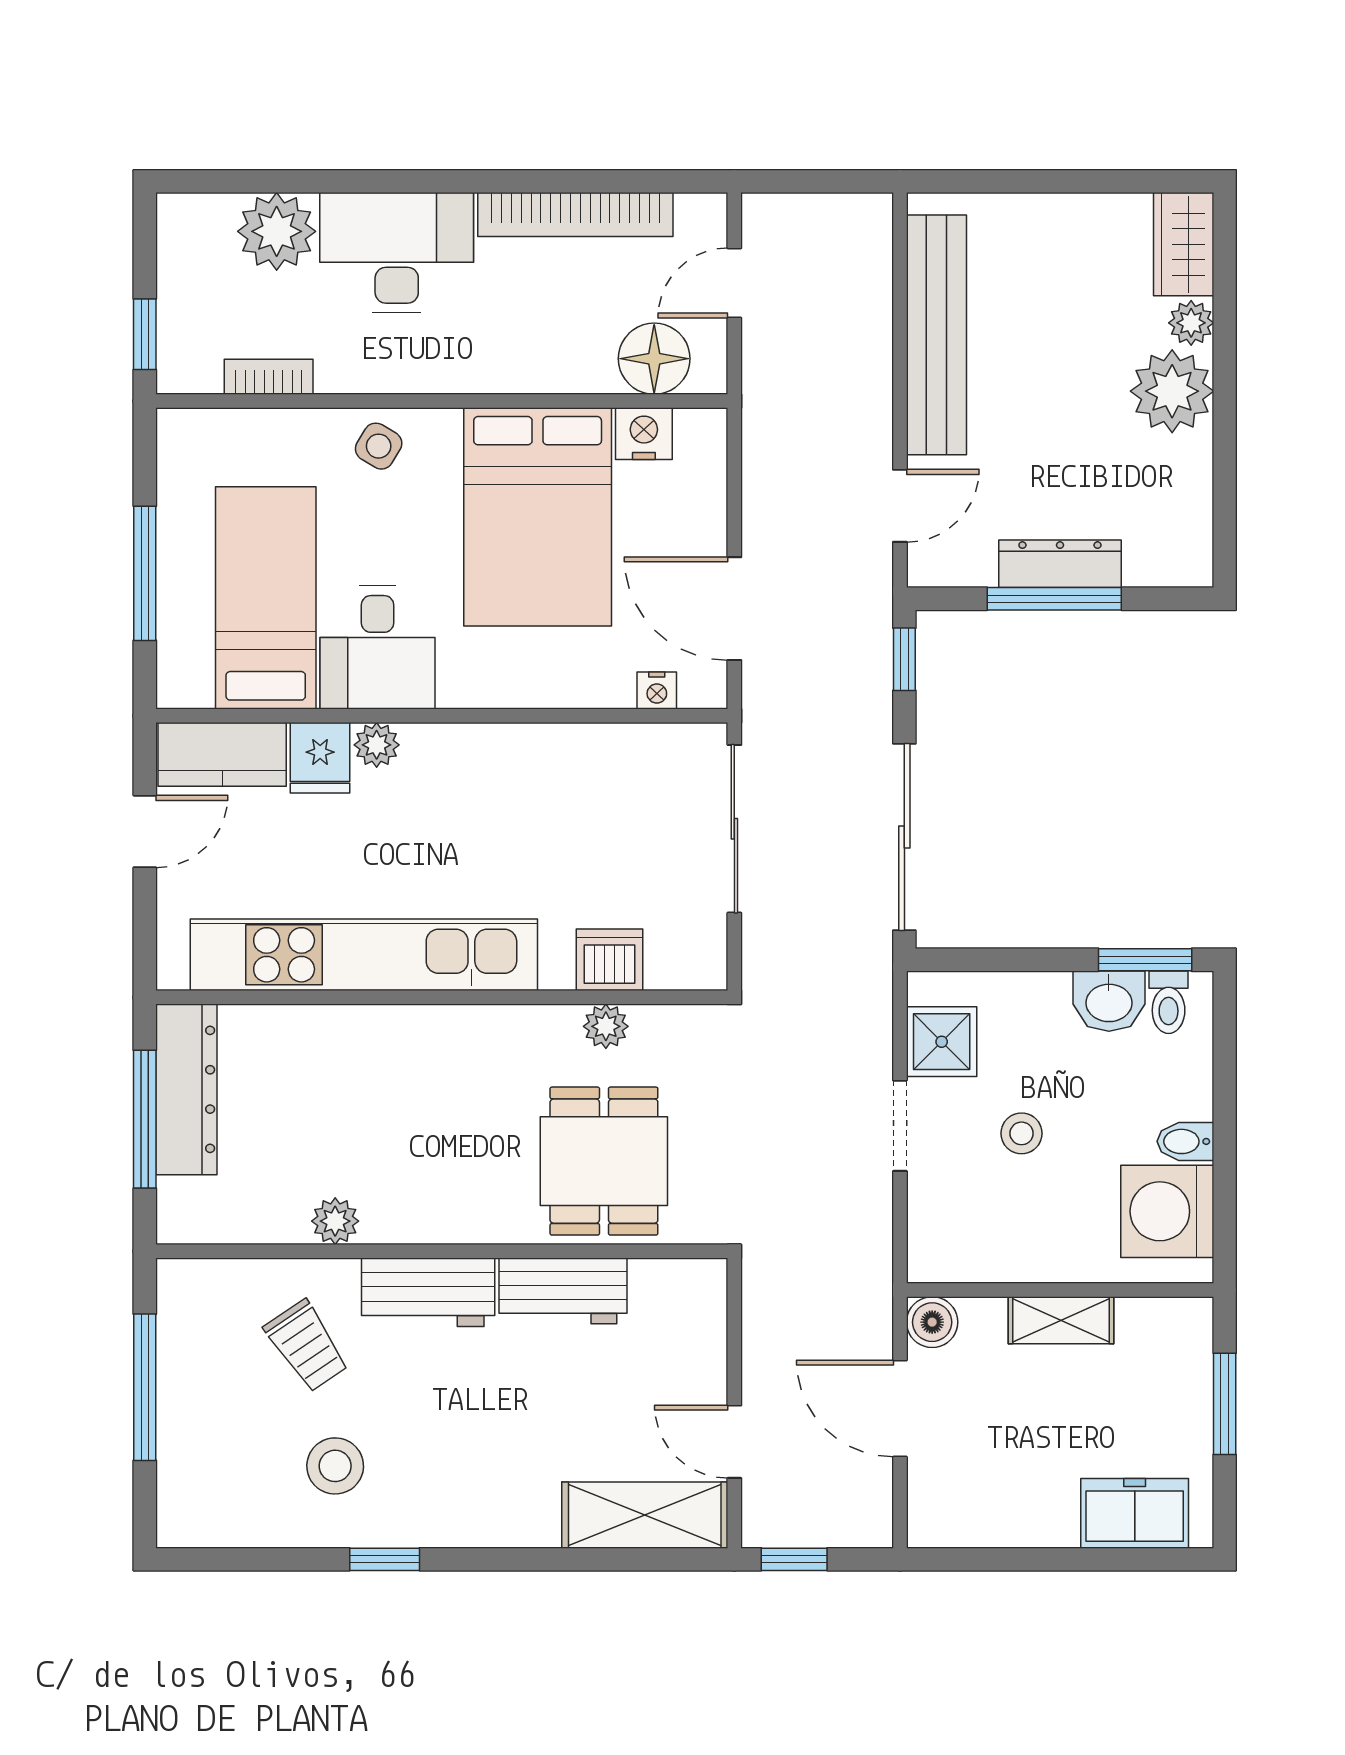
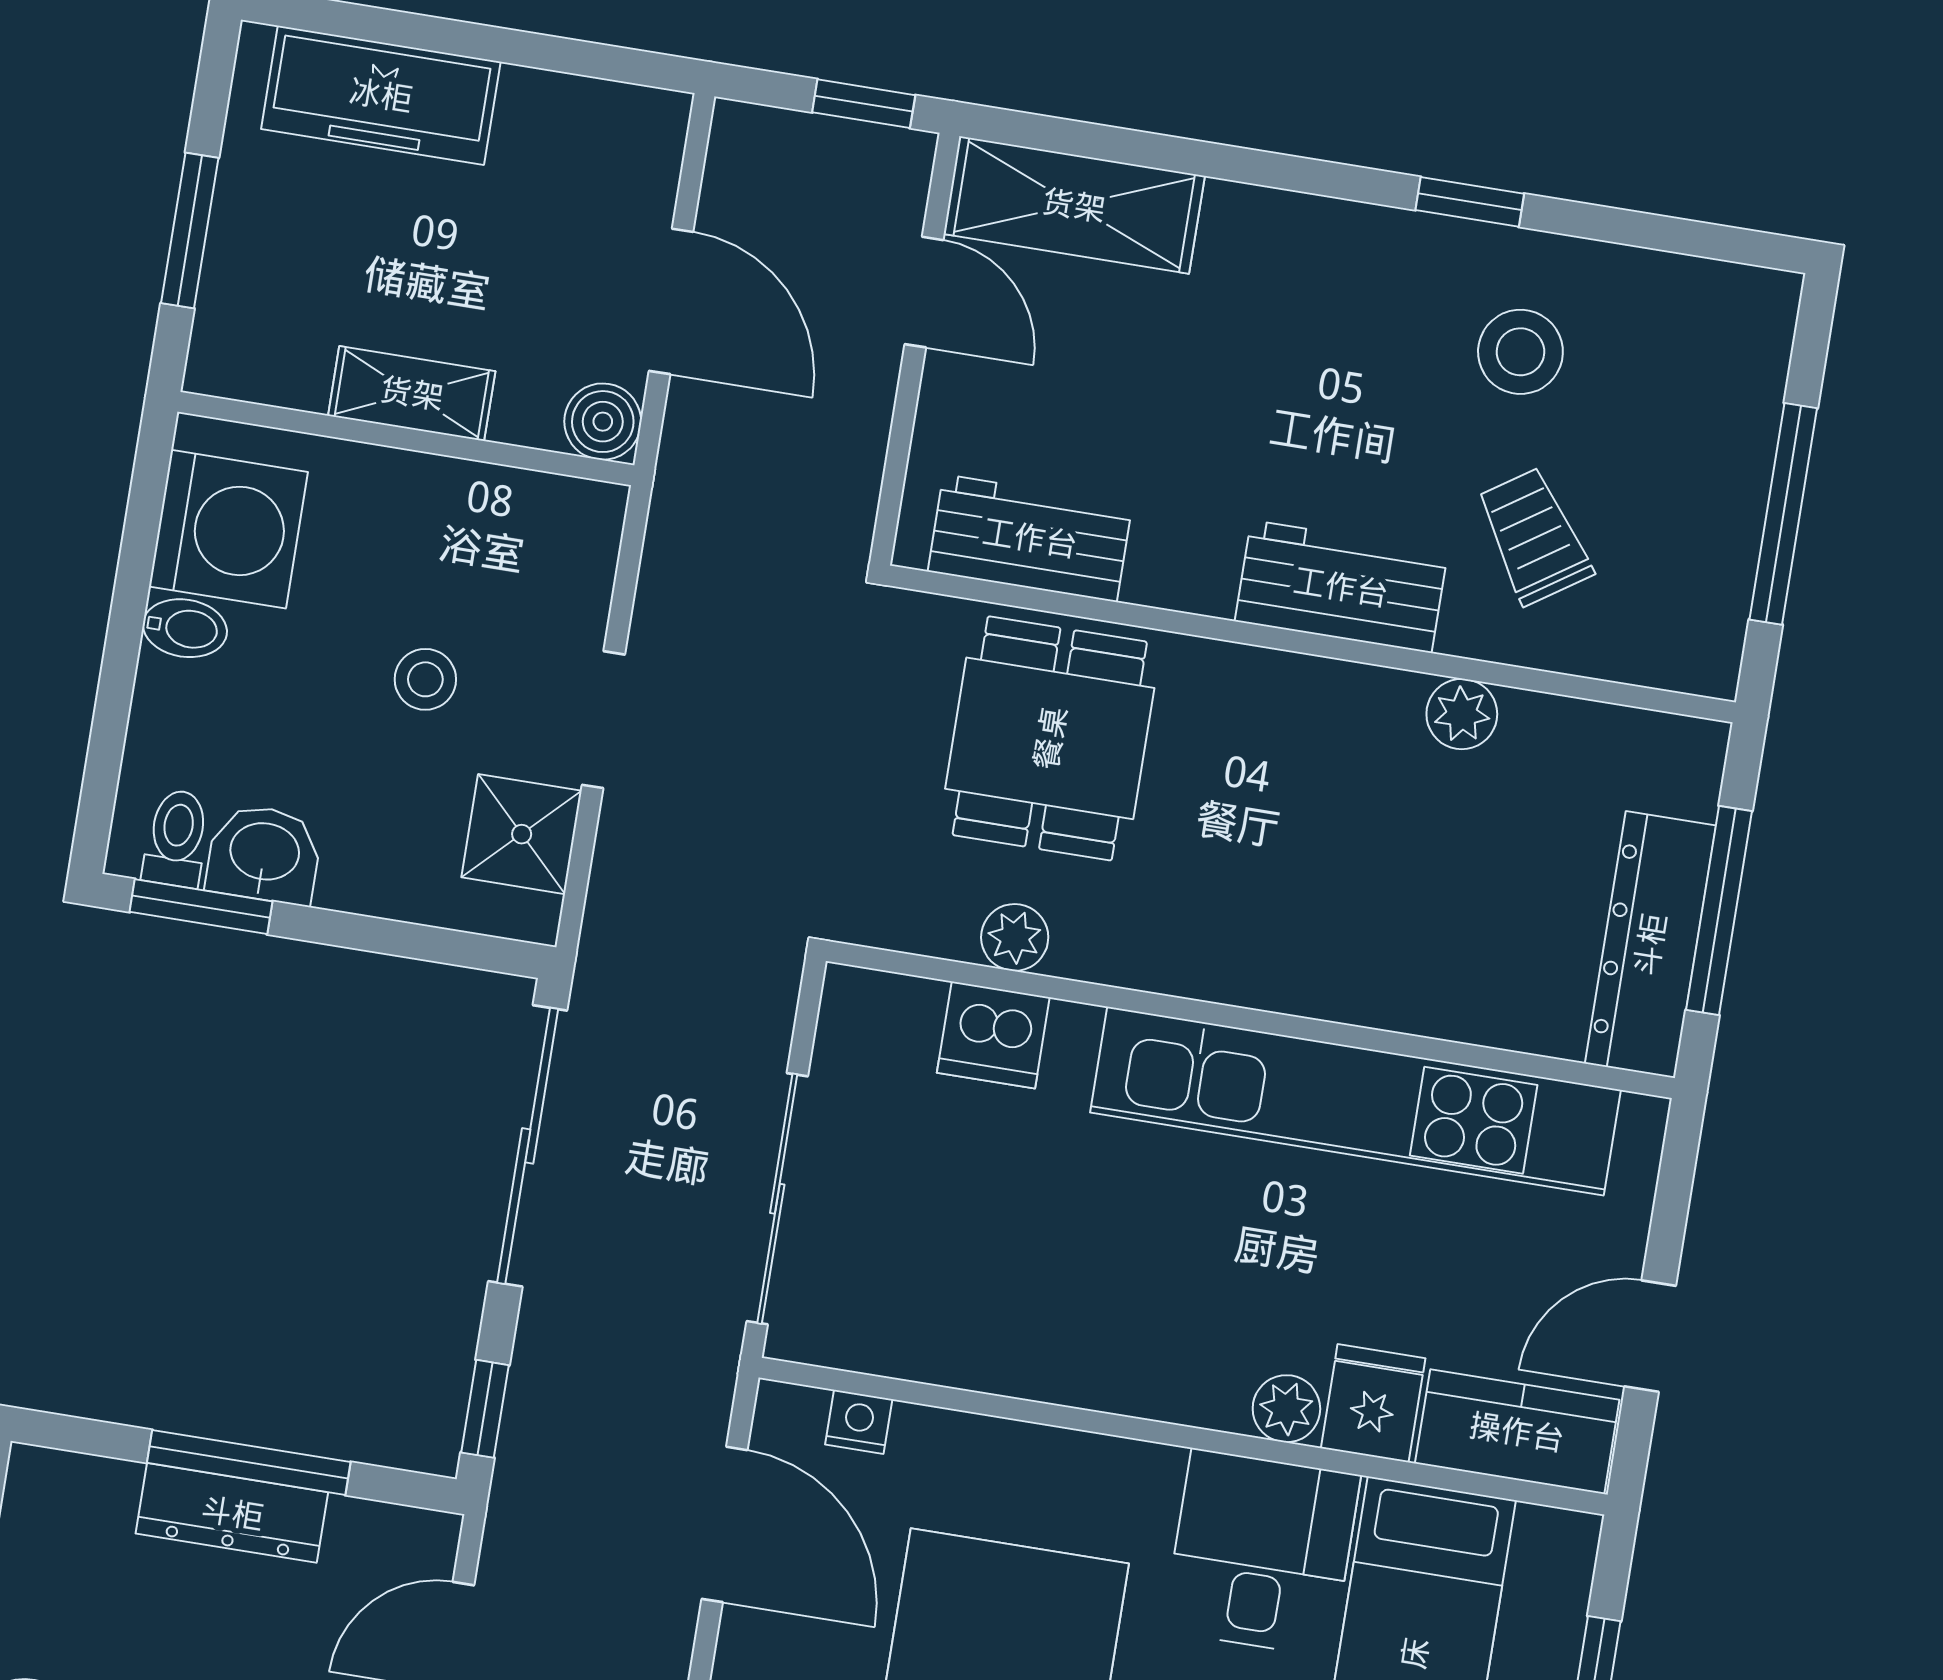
workbench: (563, 1291) -> (1030, 538), moved
freezer: (1135, 1513) -> (381, 95), width x1.40

